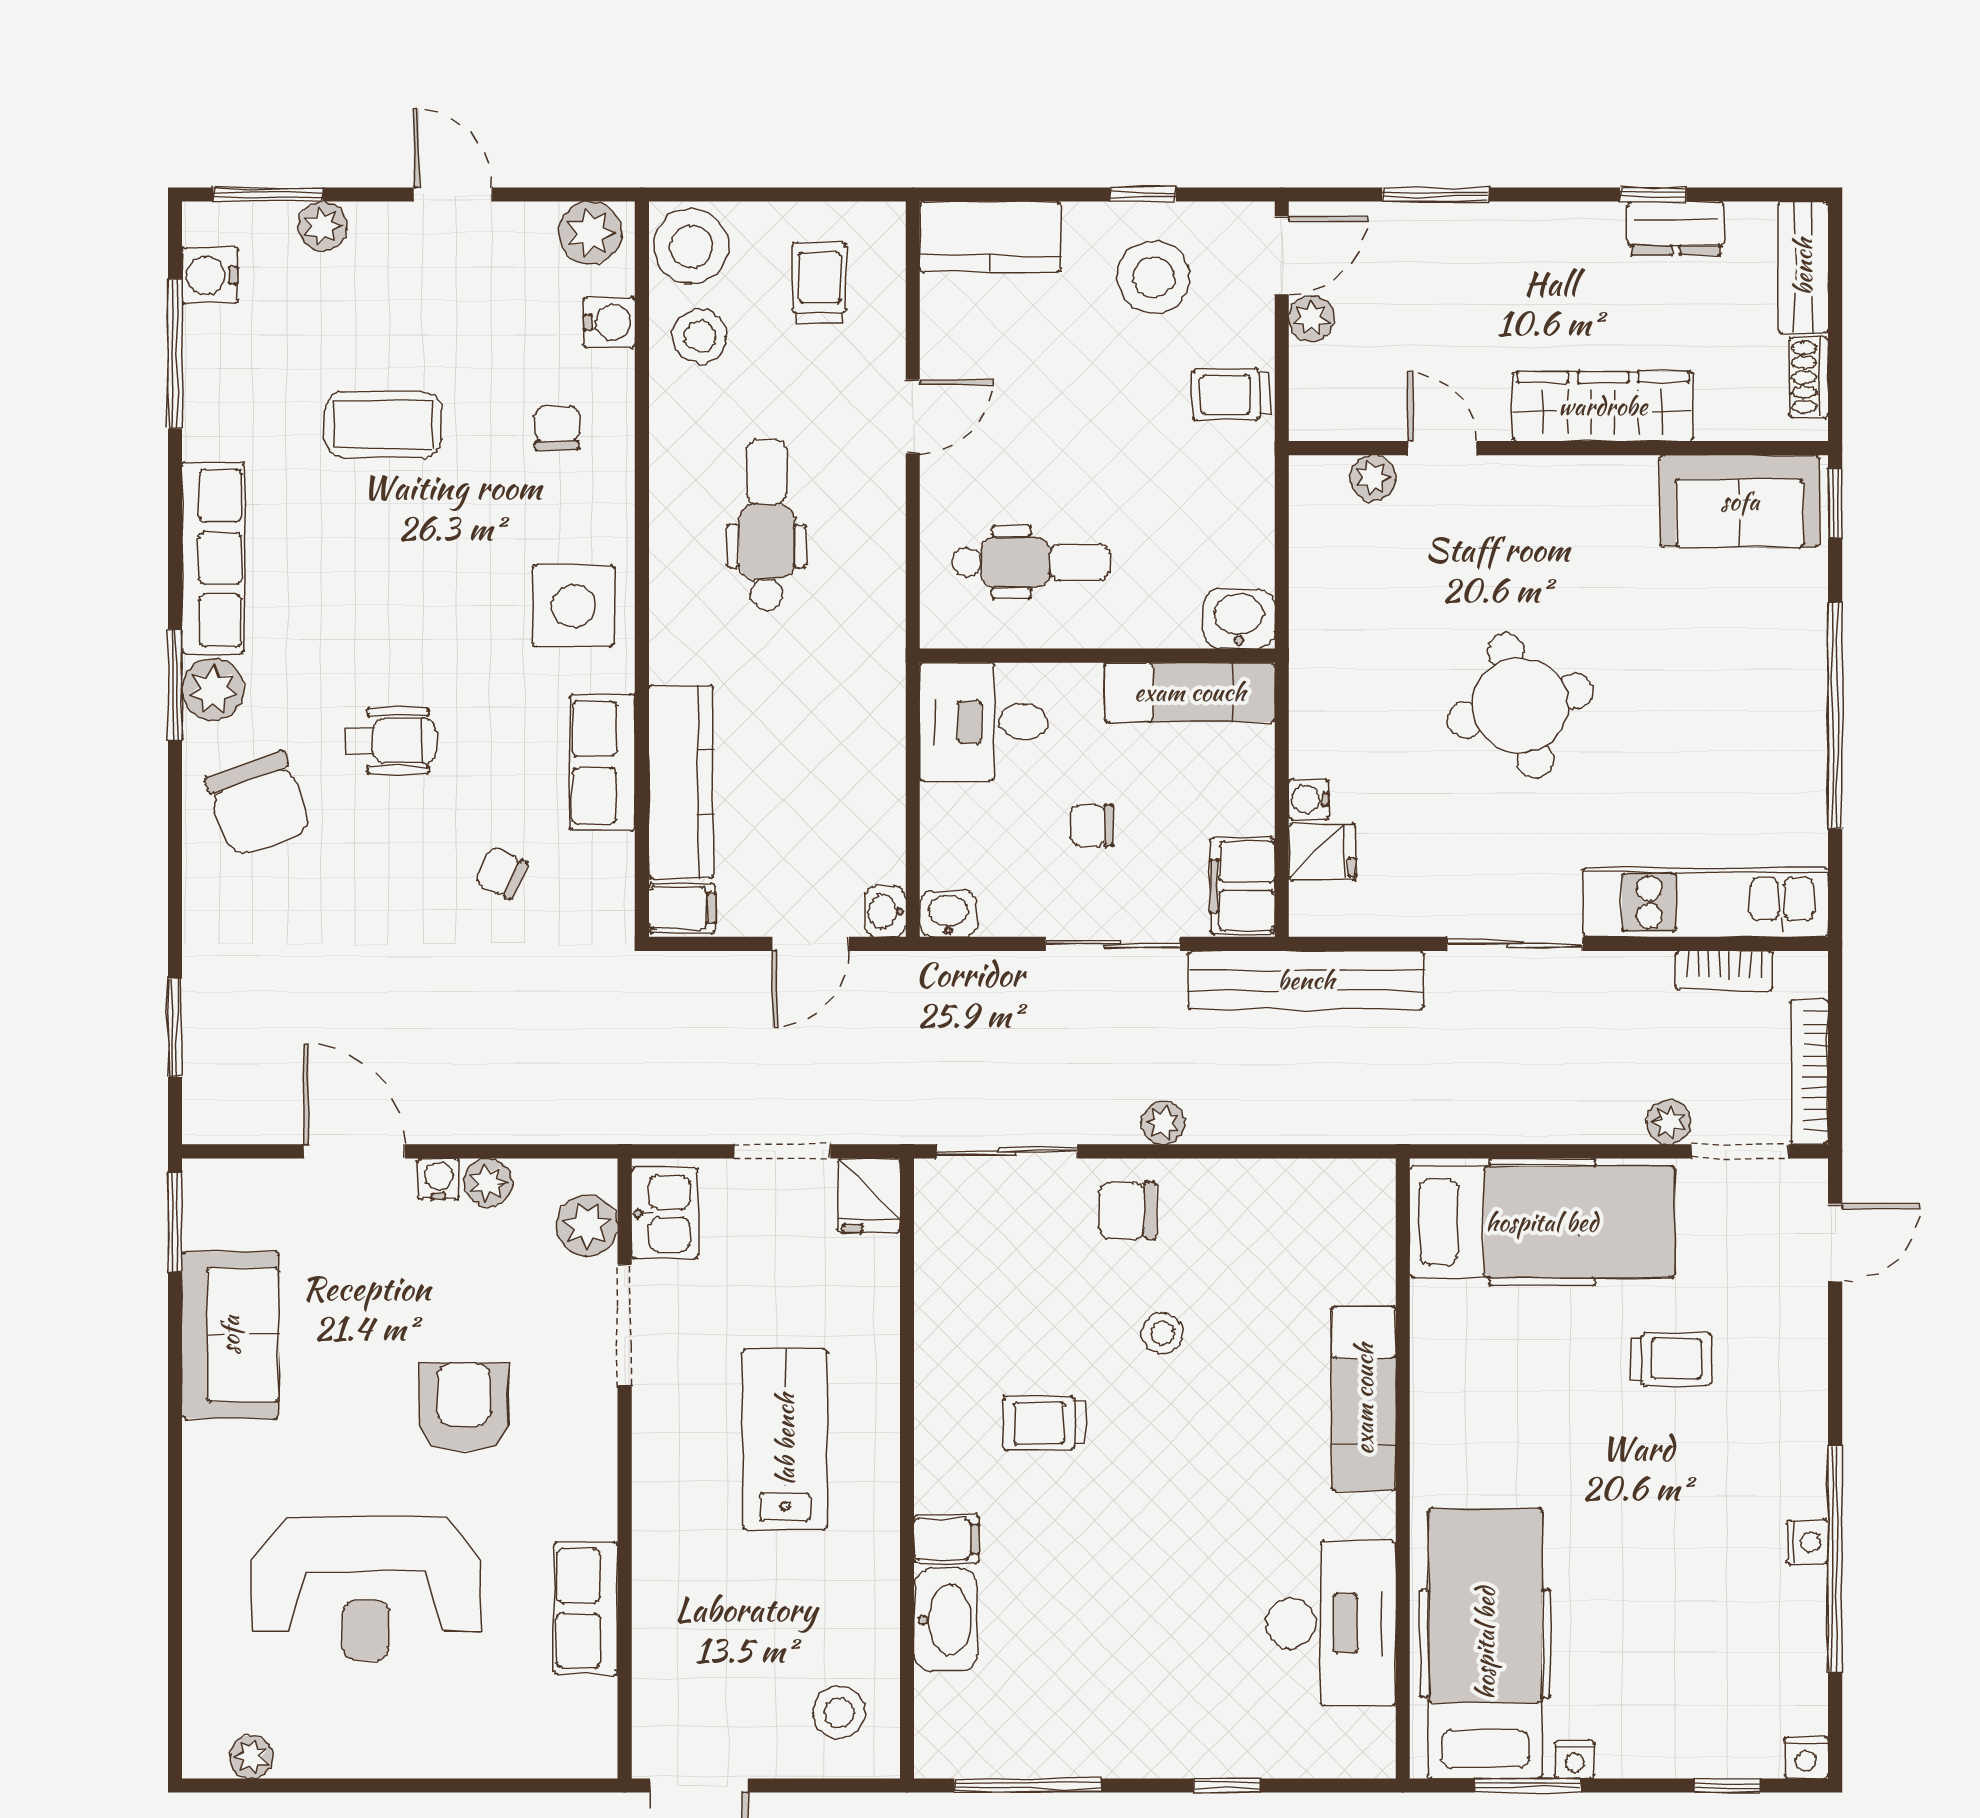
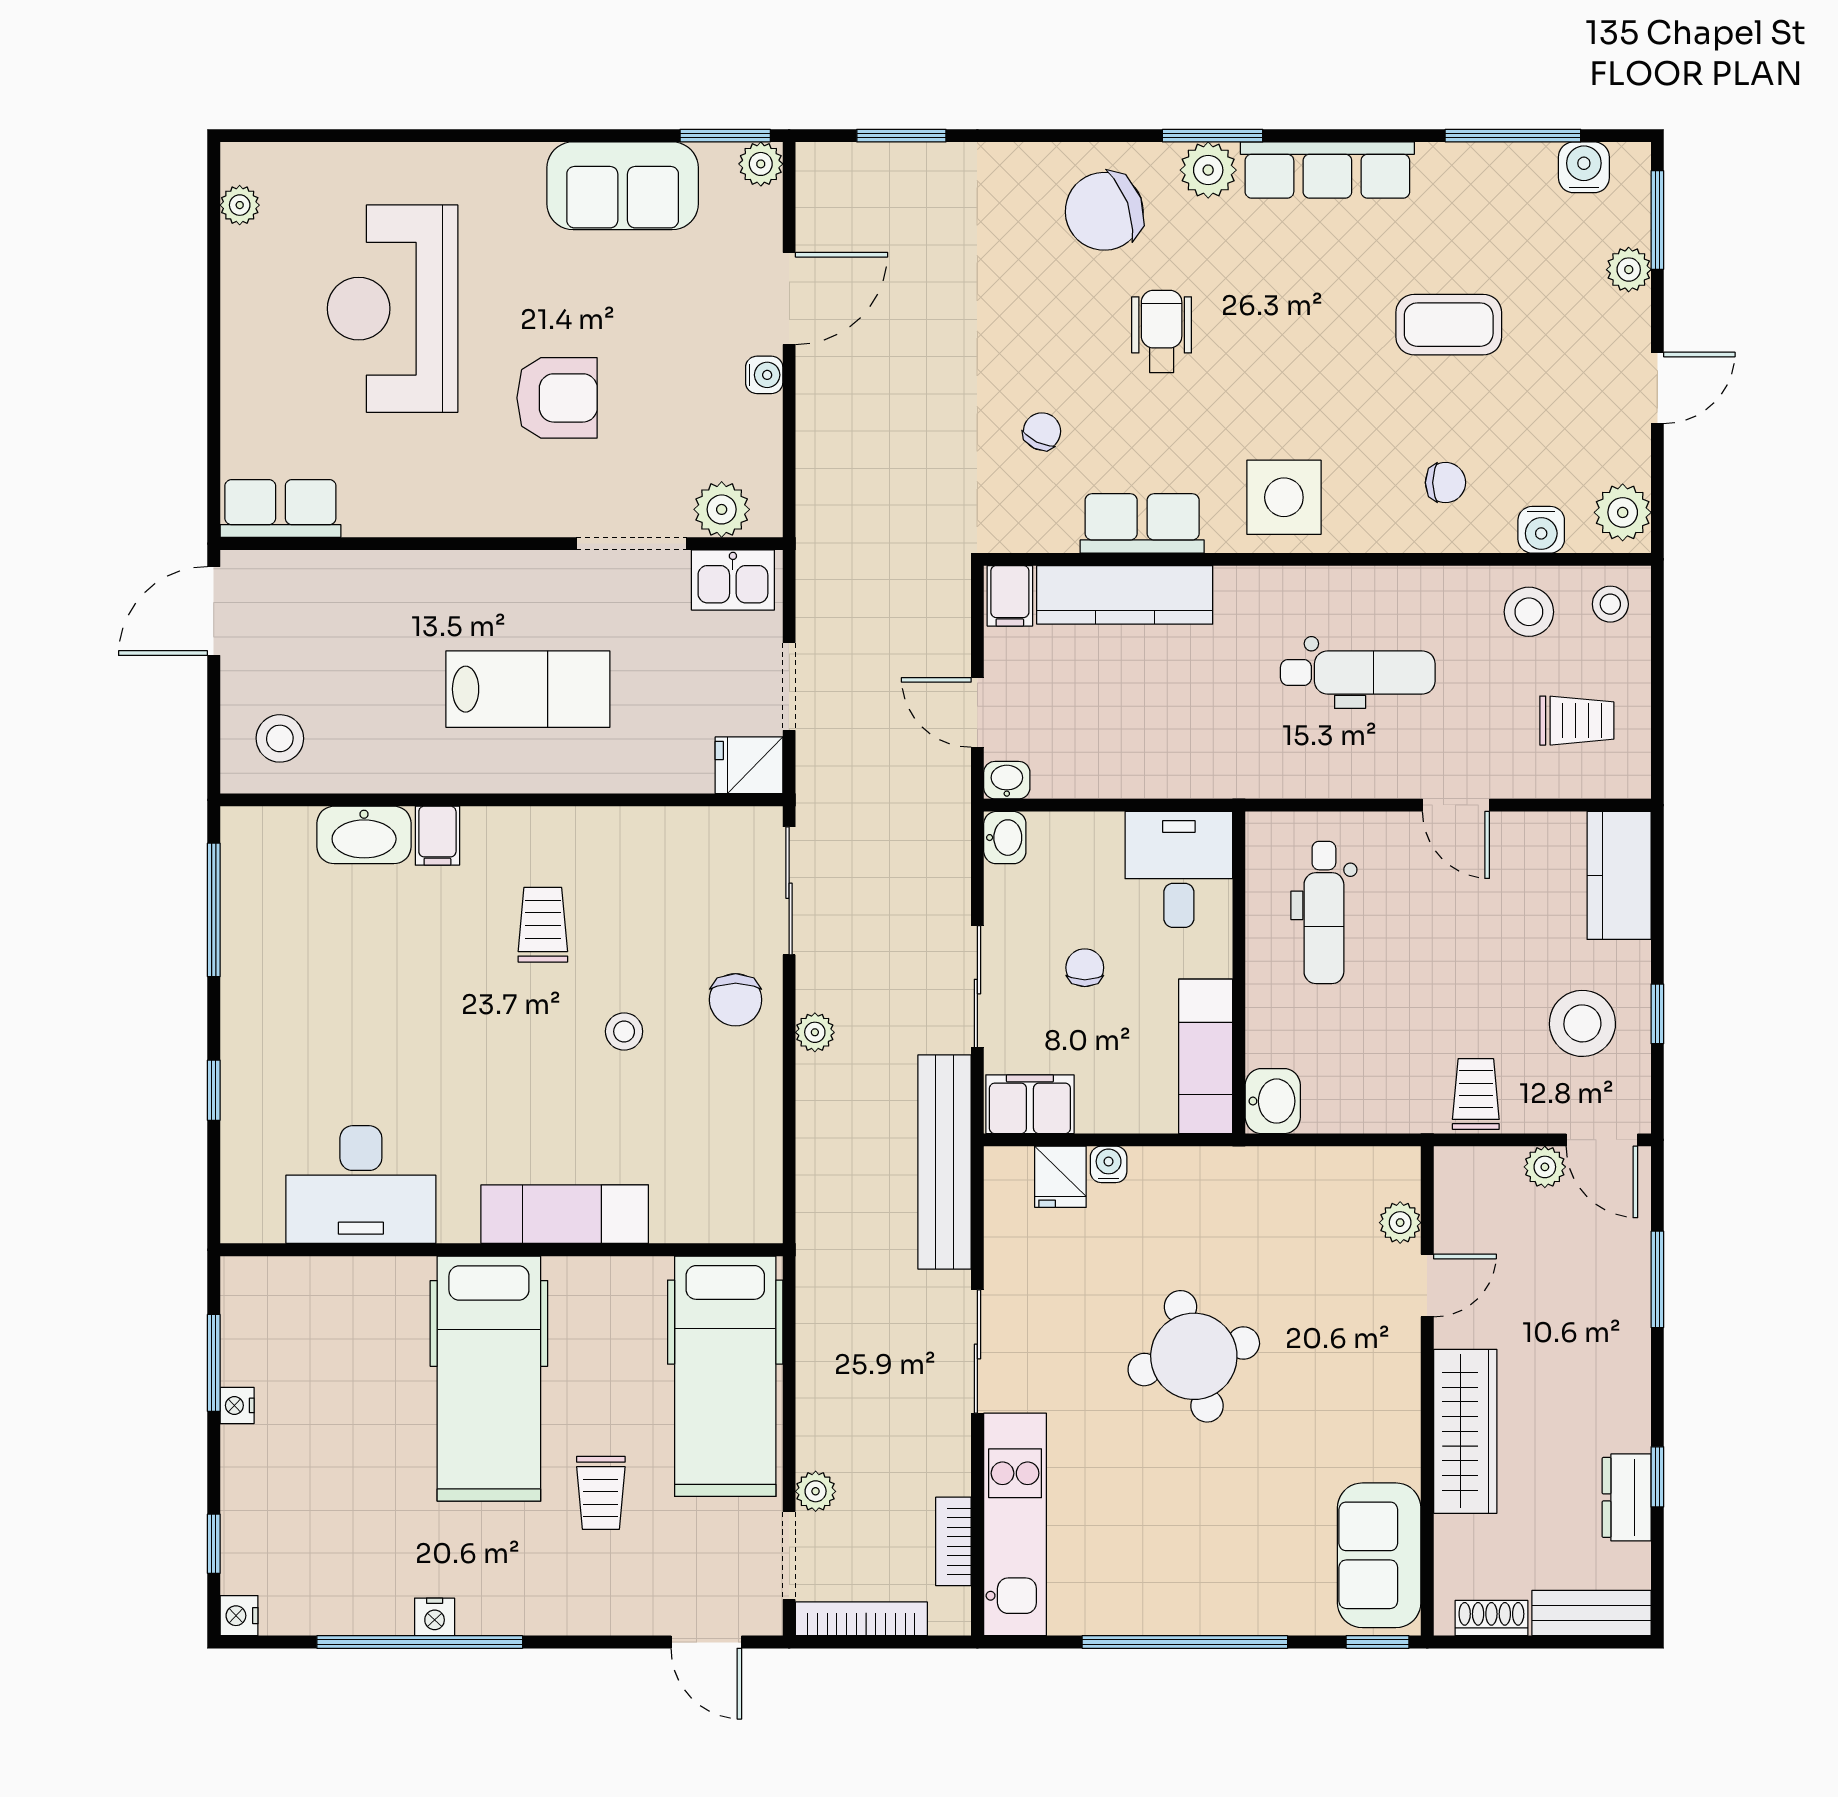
stool: (691, 246) -> (1610, 604), width x0.53, depth x0.53
coffee table: (383, 424) -> (1449, 325), turned 90
wheelchair: (391, 741) -> (1162, 331), turned 180
plant: (488, 1183) -> (761, 164), moved
chair: (1127, 1210) -> (736, 1000), turned 180
row of seats: (586, 1608) -> (280, 508), moved
hospital bed: (1485, 1643) -> (489, 1379), moved, turned 90

